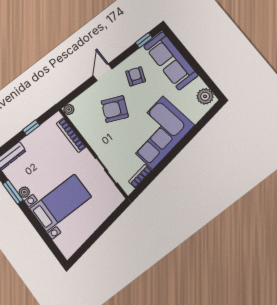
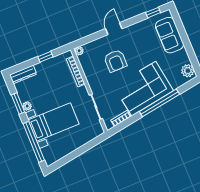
sofa: (171, 61) -> (169, 35), width x0.73
armchair: (136, 76) -> (139, 40), removed
armchair: (115, 109) -> (115, 61), turned -114
window: (182, 144) -> (159, 103), added
window: (43, 233) -> (34, 142), added

